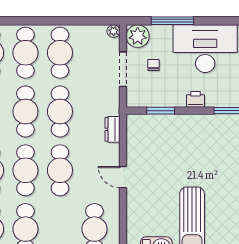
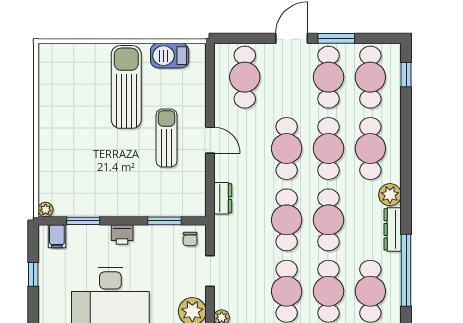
chair: (153, 65) -> (190, 239), moved
doorway: (123, 69) -> (210, 271), width x0.73
sun lounger: (159, 179) -> (167, 138), added

